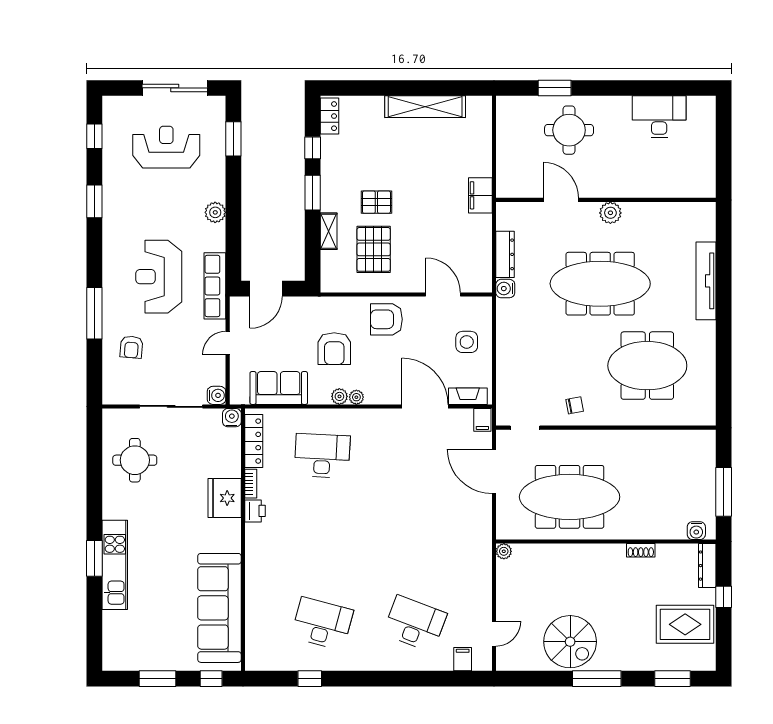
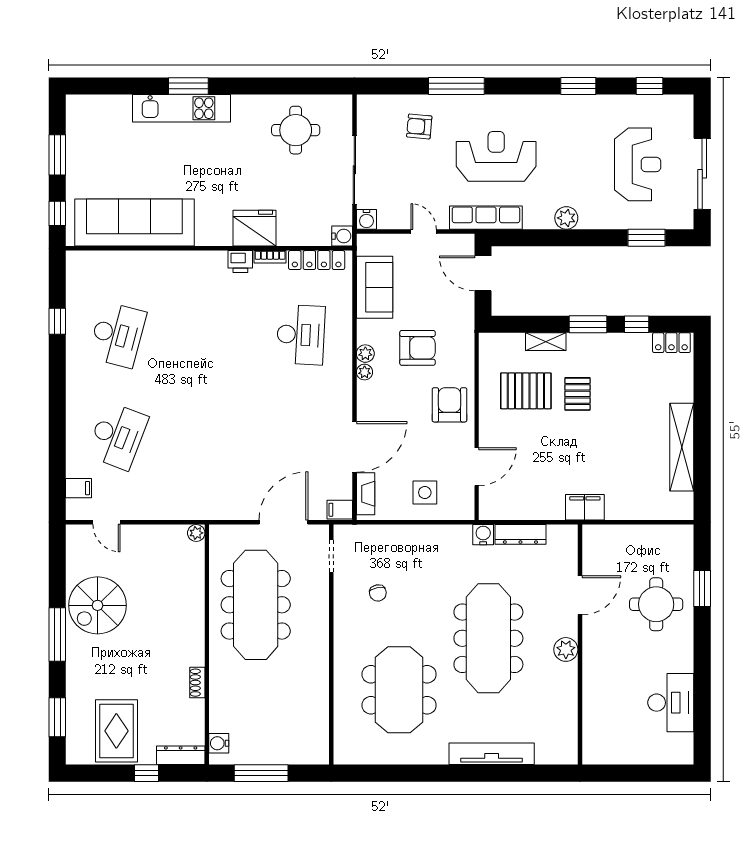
armchair: (334, 349) -> (417, 348), turned 180
chair: (575, 405) -> (378, 593), moved

